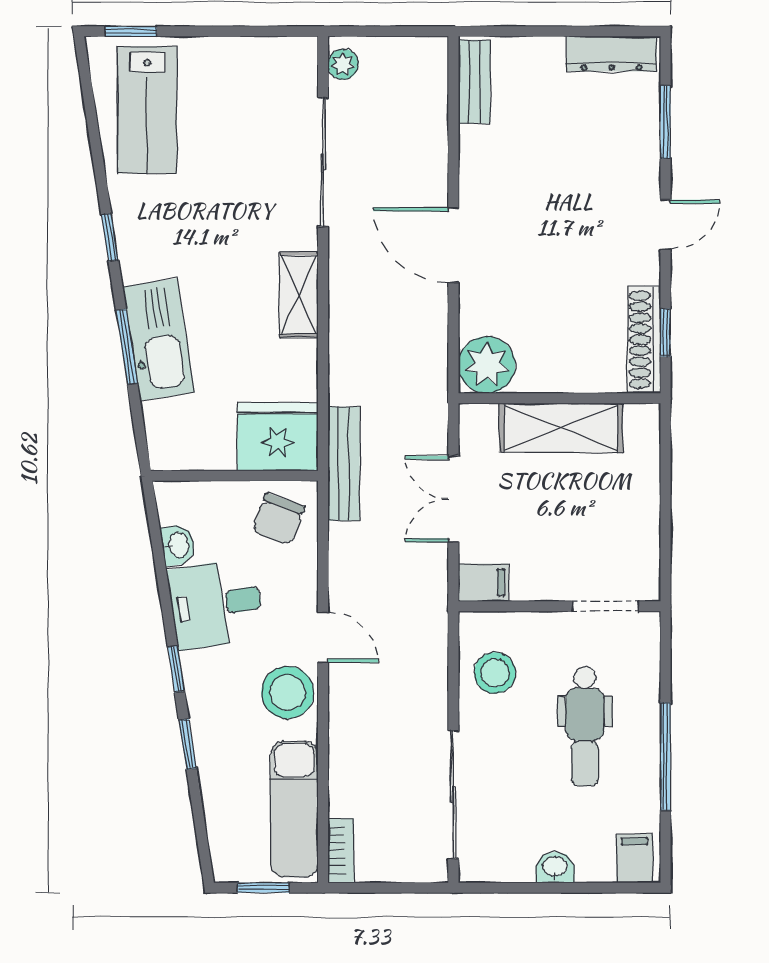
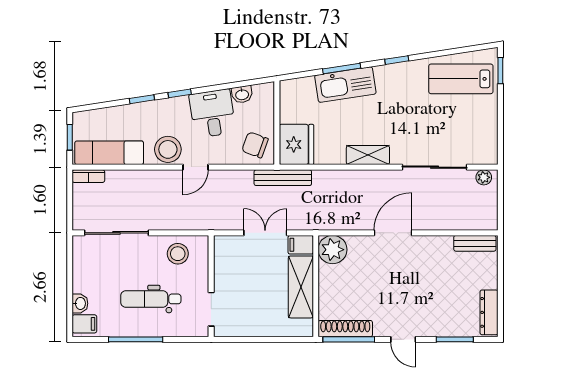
window: (665, 333) -> (349, 339), width x2.17
filing cabinet: (483, 583) -> (301, 245), moved, turned 90
washbasin: (555, 867) -> (80, 303), moved

